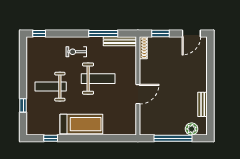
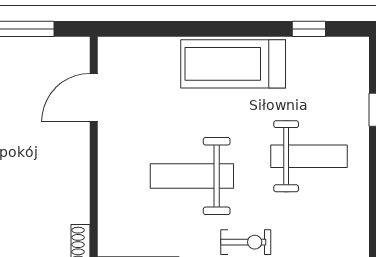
door: (138, 94) -> (94, 98), moved

